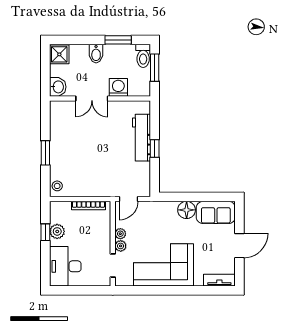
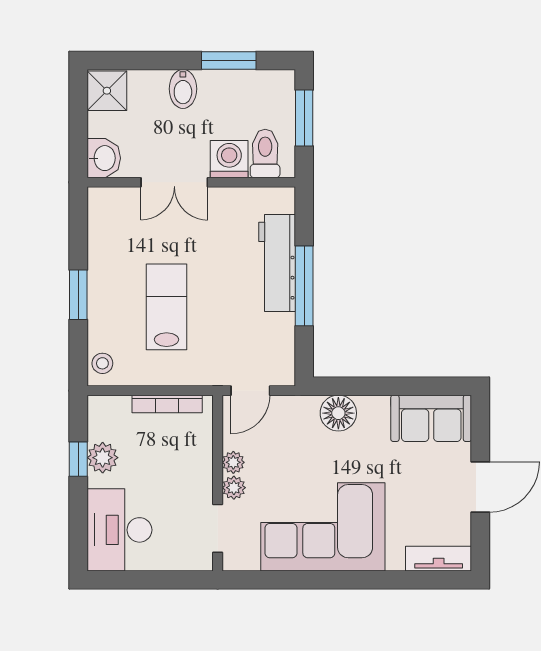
toilet: (143, 56) -> (265, 153), moved, turned 180
window: (155, 149) -> (304, 286), width x2.17
lab bench: (88, 159) -> (166, 307), added
floor lamp: (187, 210) -> (338, 413), moved

